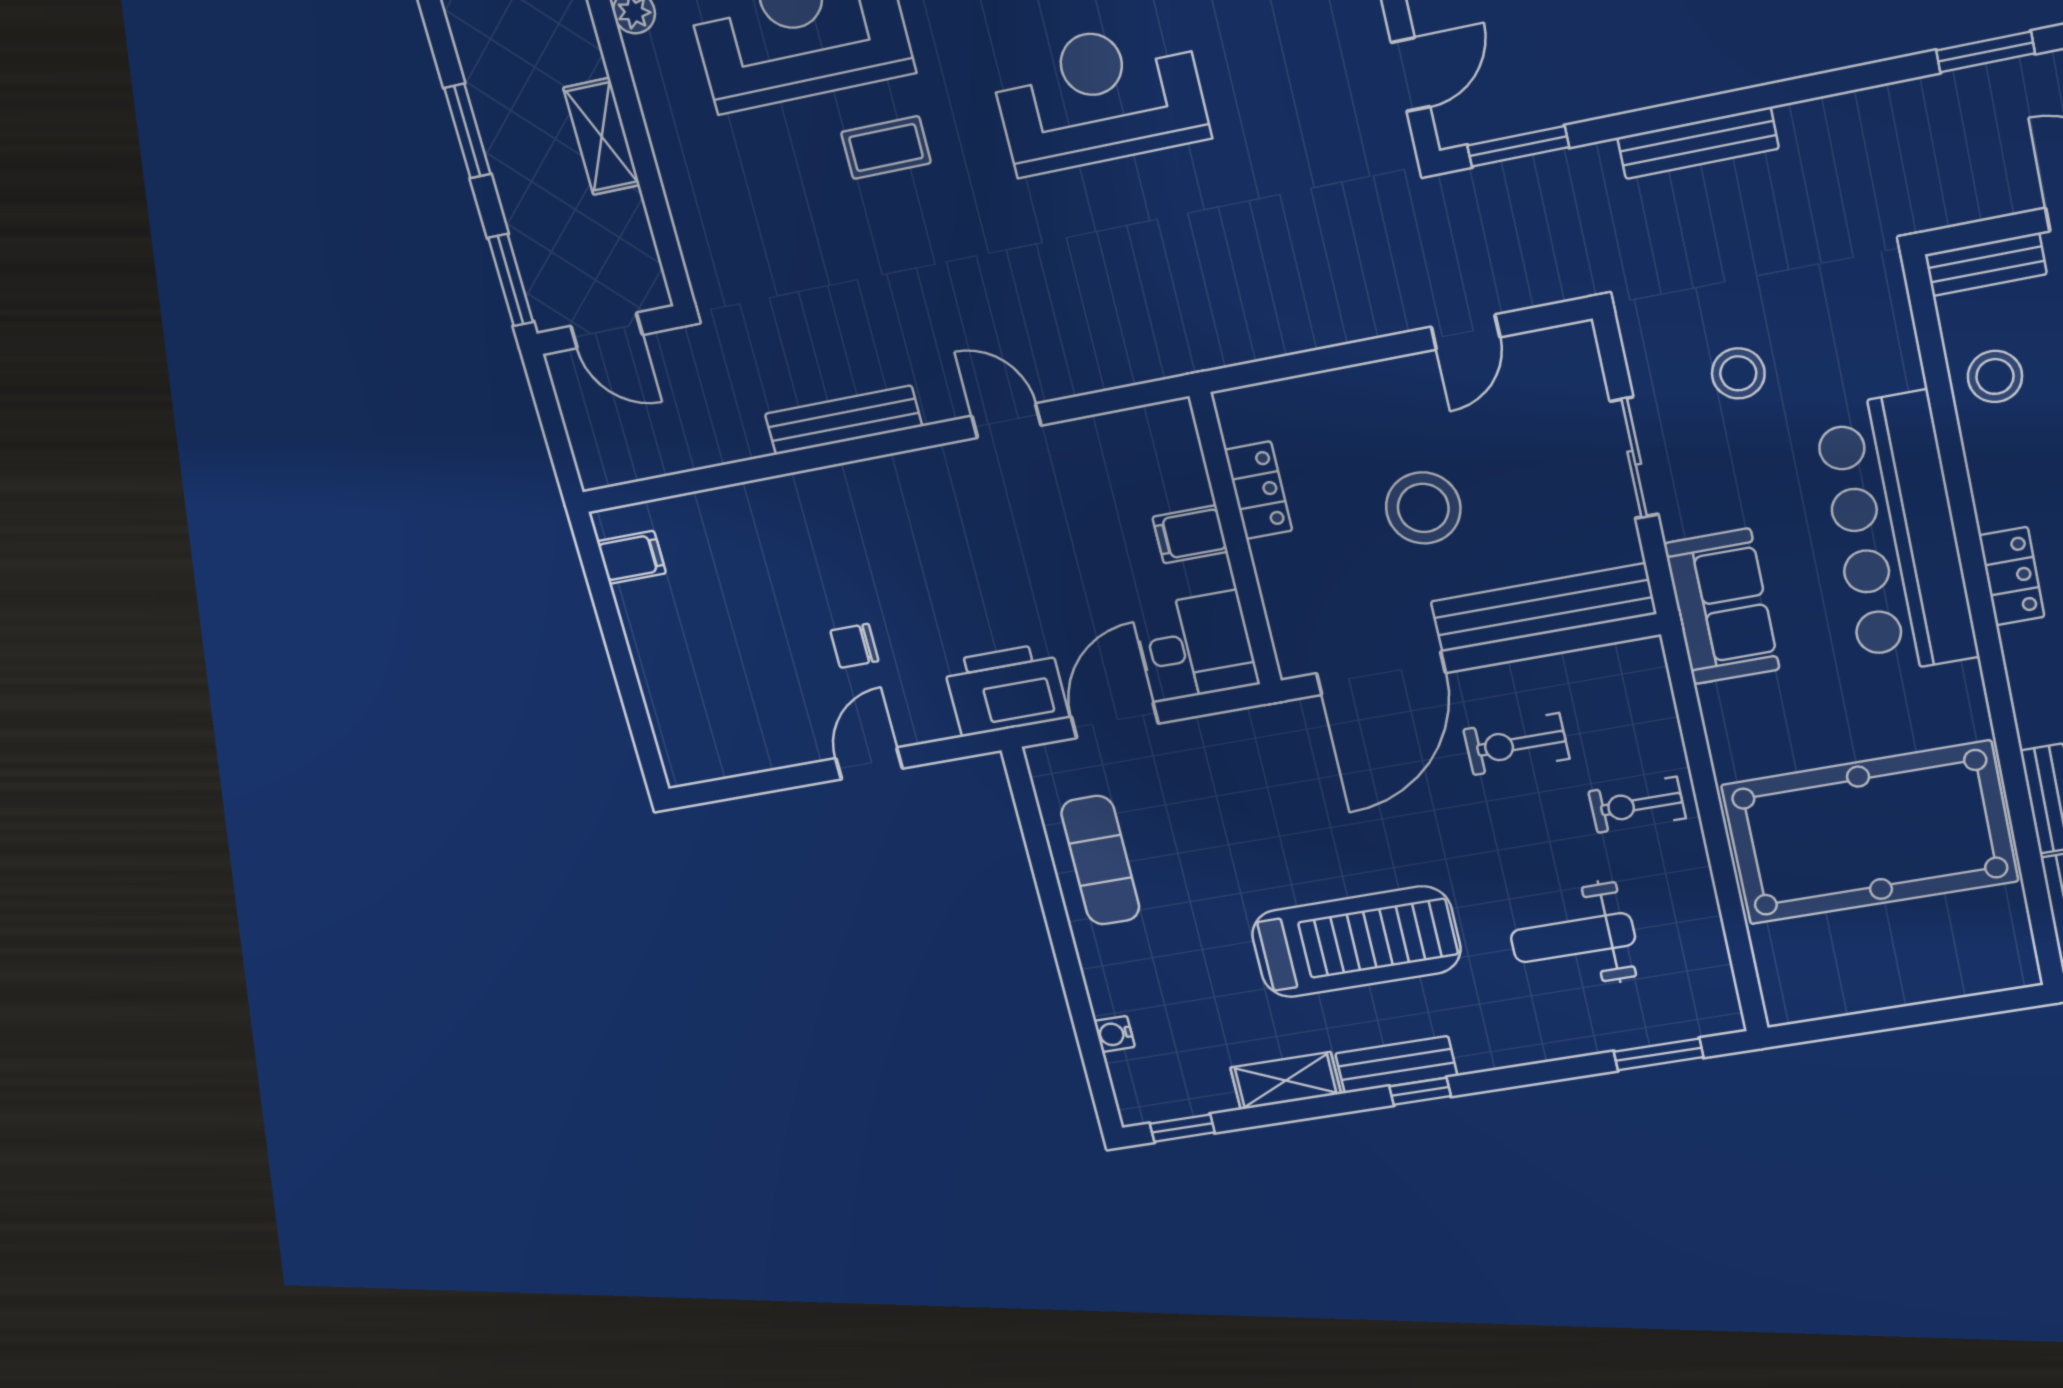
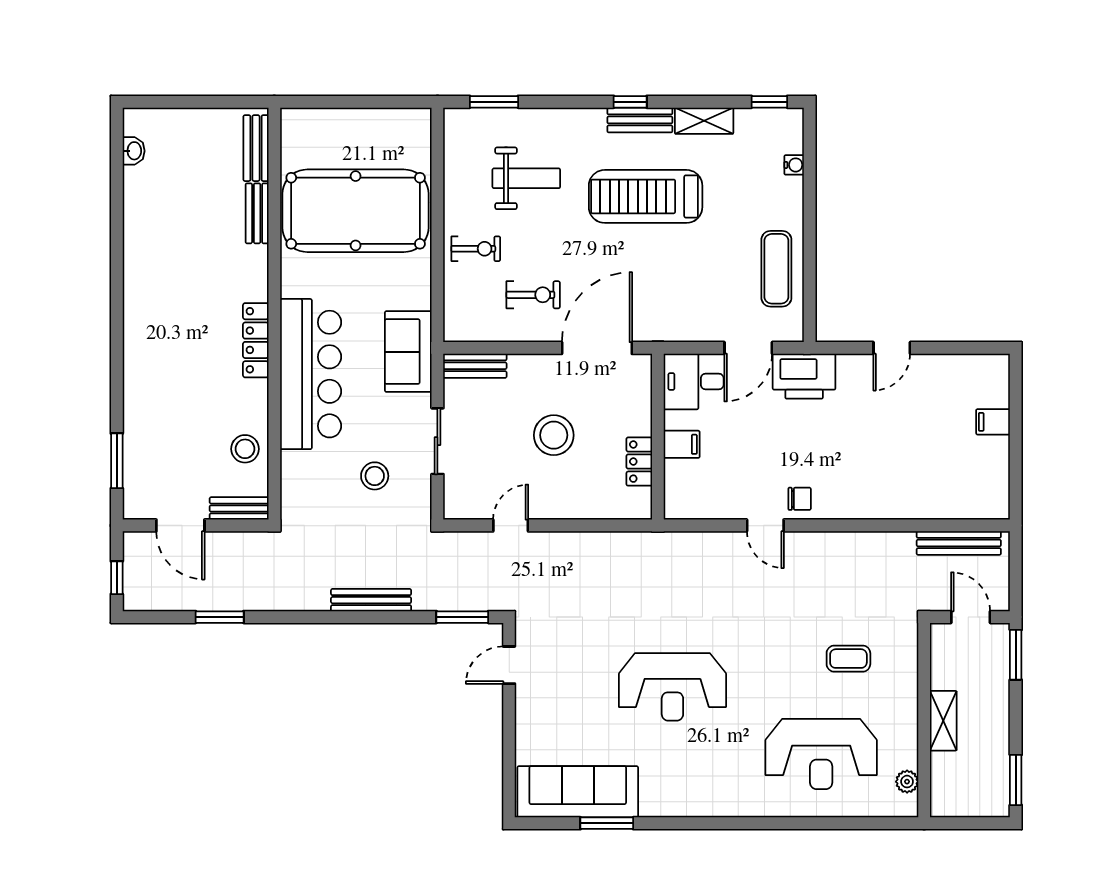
window: (467, 131) -> (1016, 780), moved
coffee table: (886, 148) -> (848, 659), moved
bench: (843, 420) -> (959, 543), moved
filing cabinet: (631, 557) -> (993, 422), moved
locker: (2012, 576) -> (256, 340), width x1.53
bench: (1543, 608) -> (475, 366), width x0.54, depth x0.82
chair: (854, 646) -> (800, 499), moved

